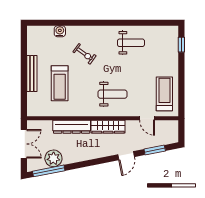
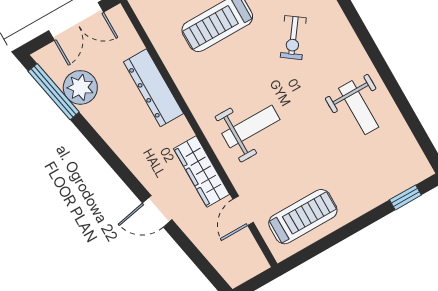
weight bench: (113, 94) -> (251, 126), turned -90
wardrobe: (108, 127) -> (202, 171), moved
window: (155, 150) -> (195, 255), removed

